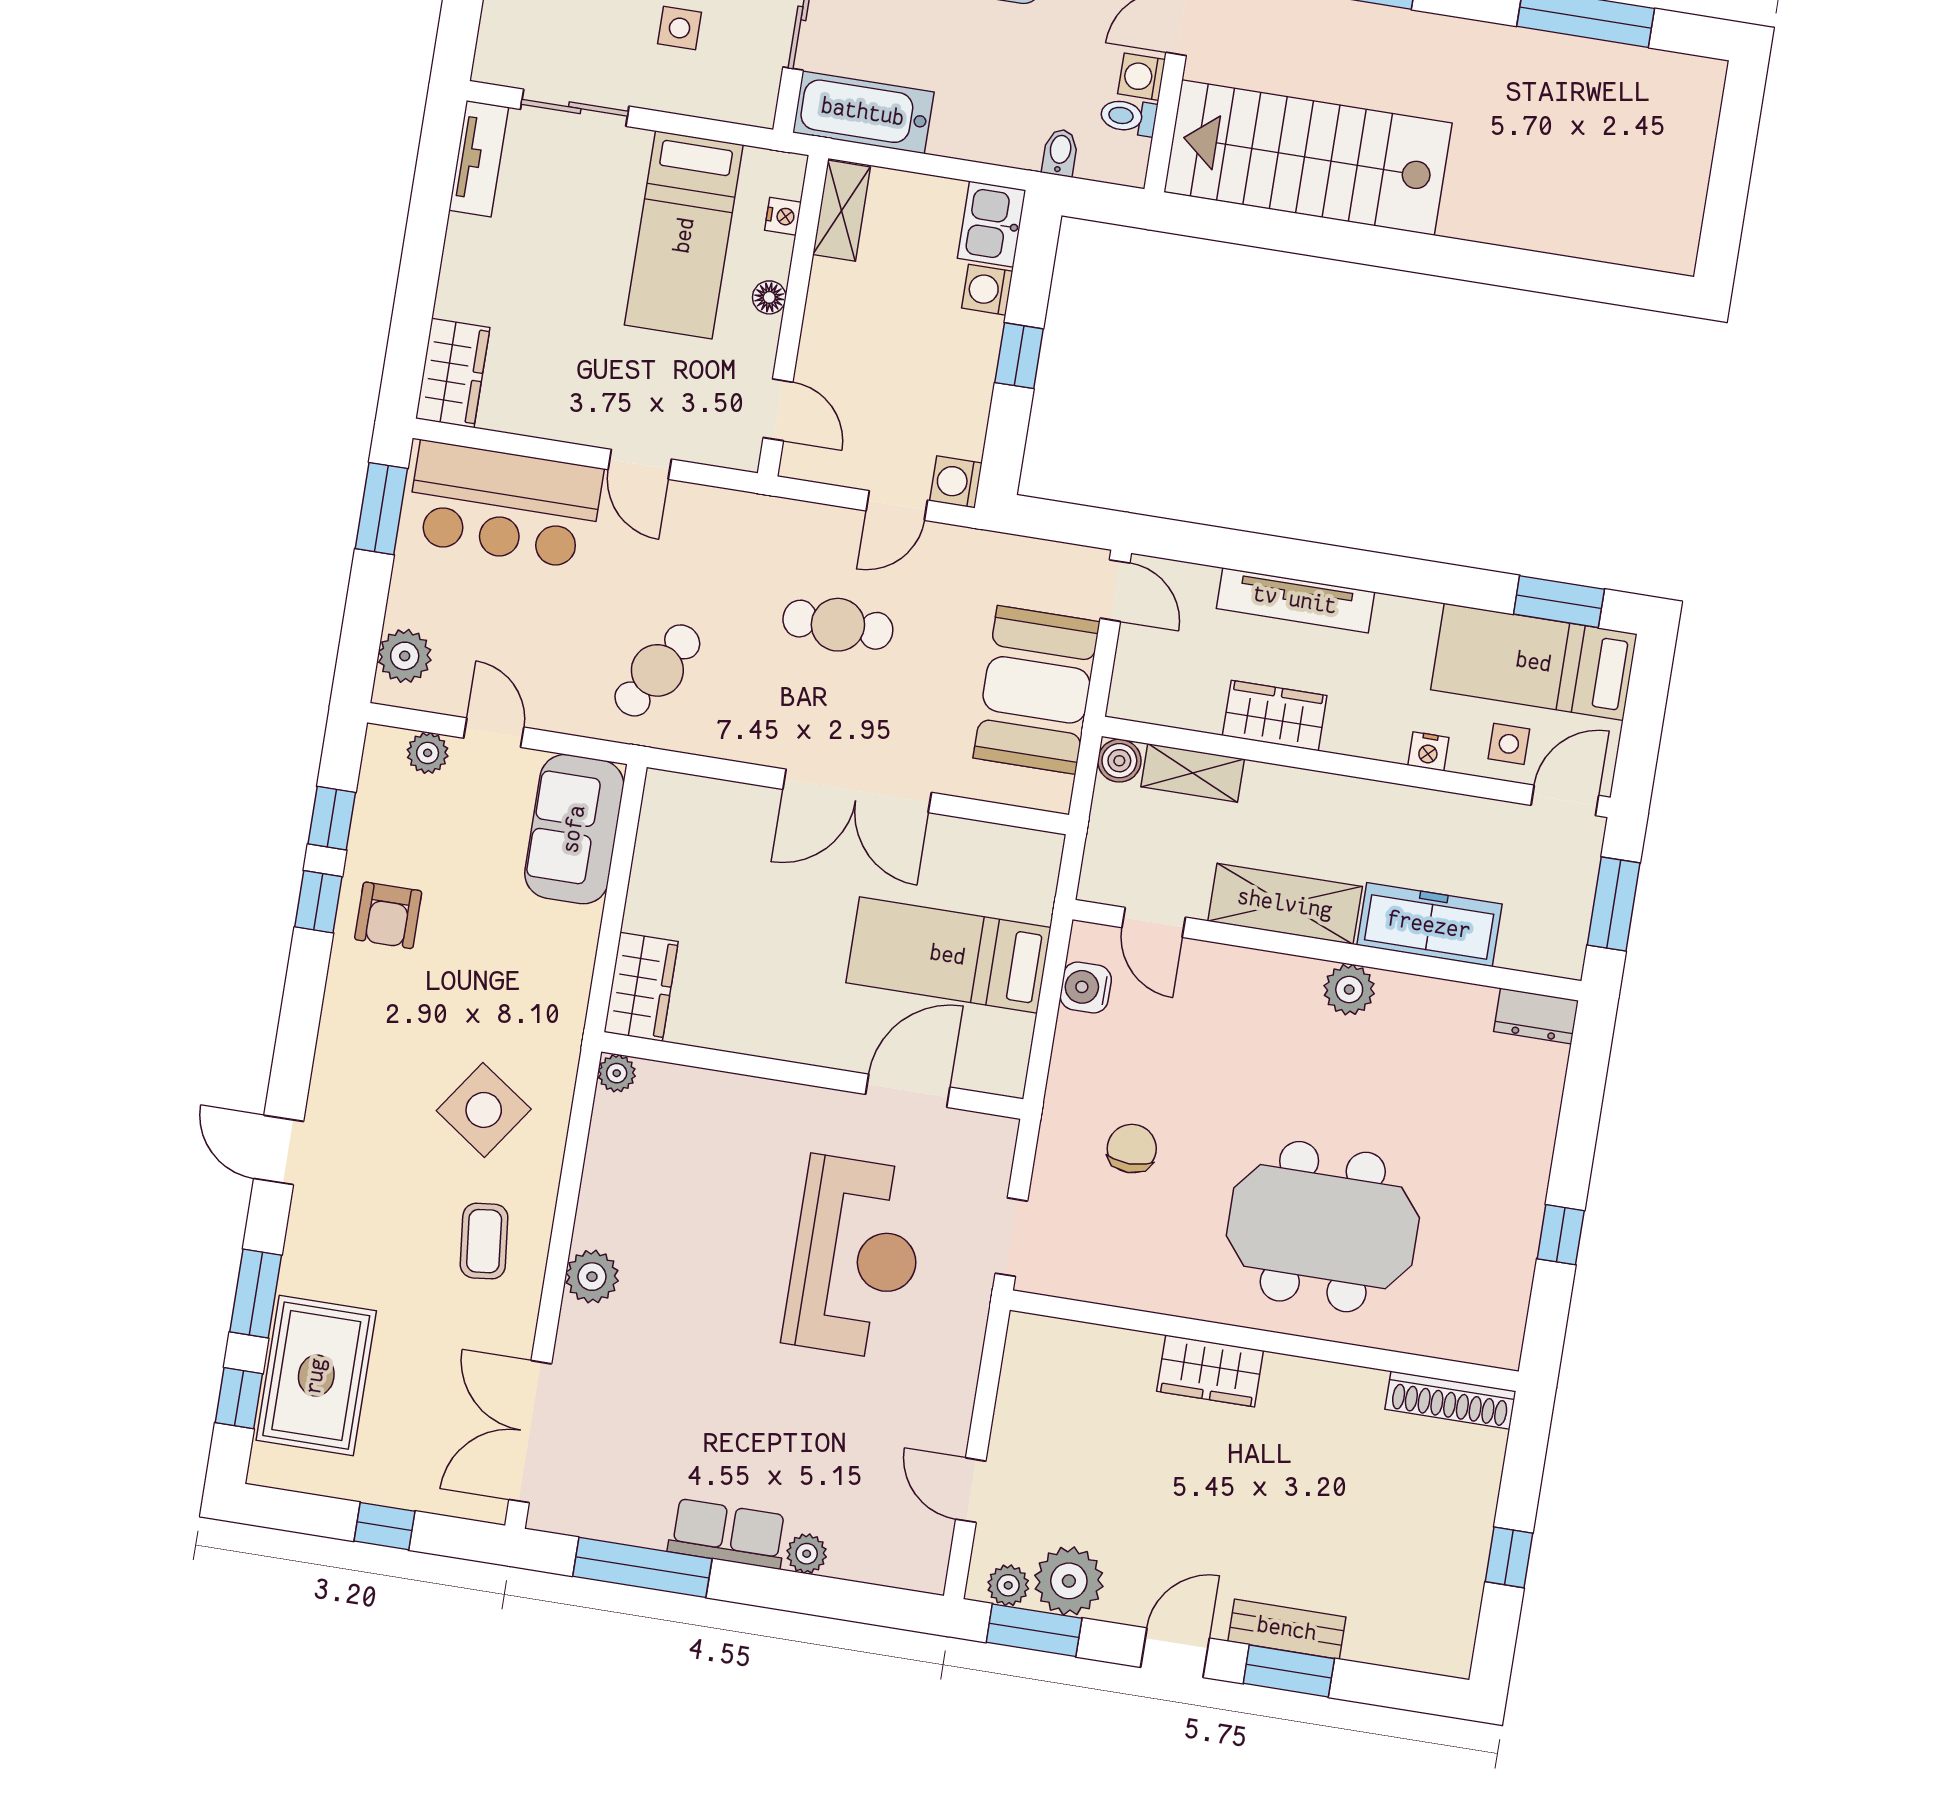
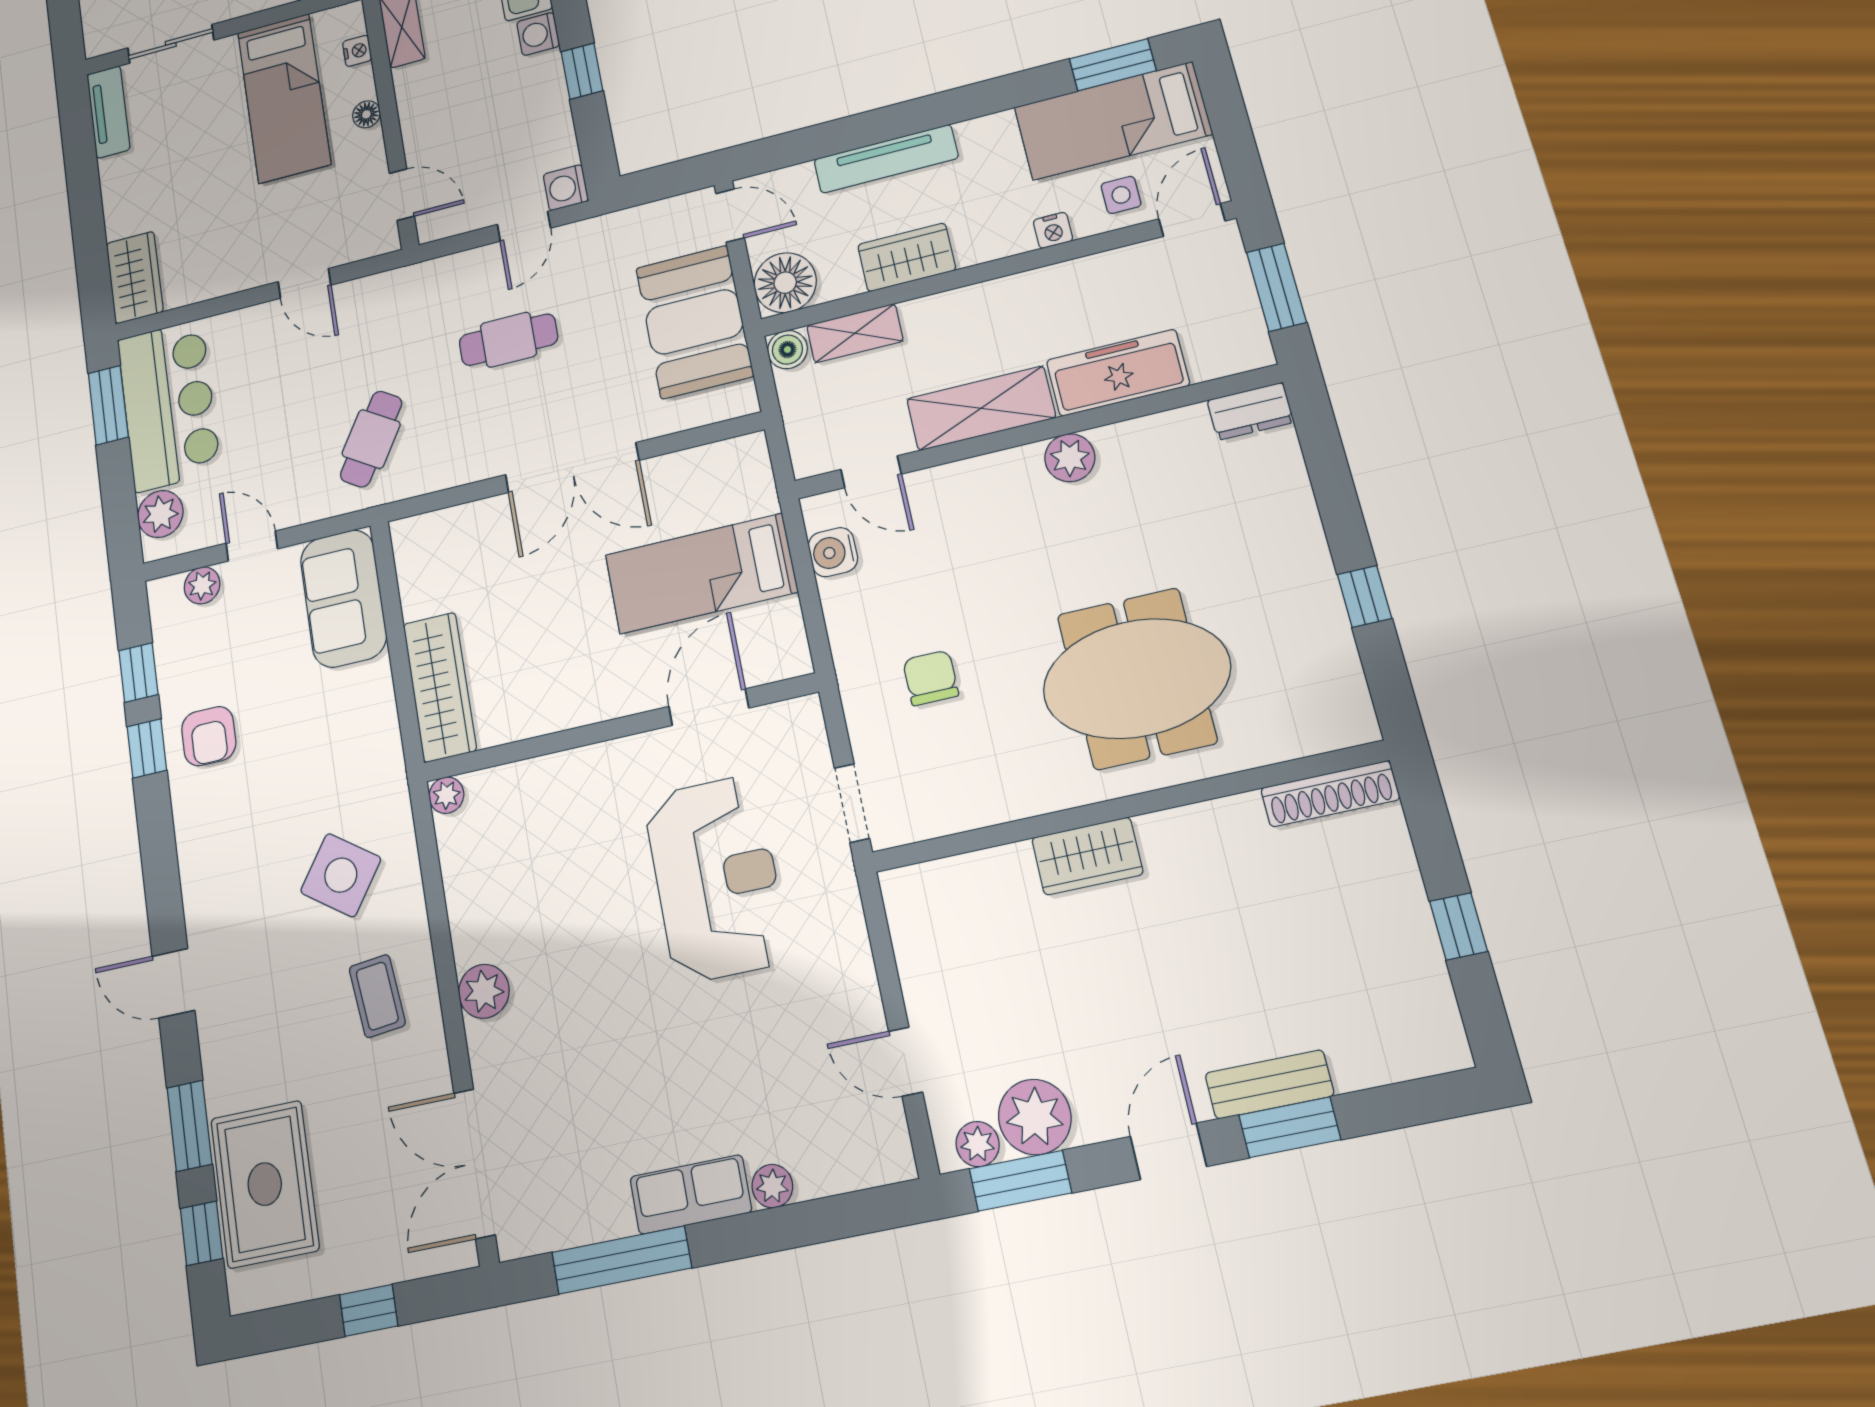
bar counter: (504, 505) -> (169, 405), moved, turned -90
floor lamp: (1144, 689) -> (785, 283), added
wardrobe: (641, 987) -> (440, 687), width x1.50

